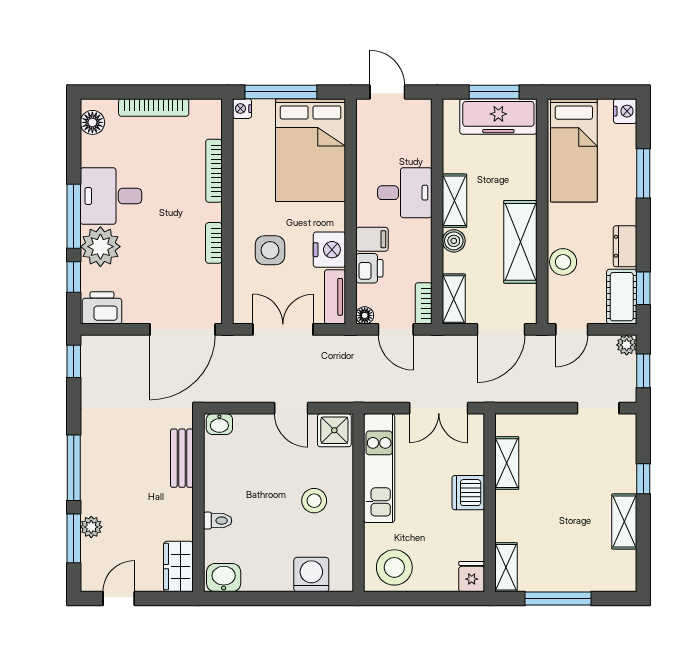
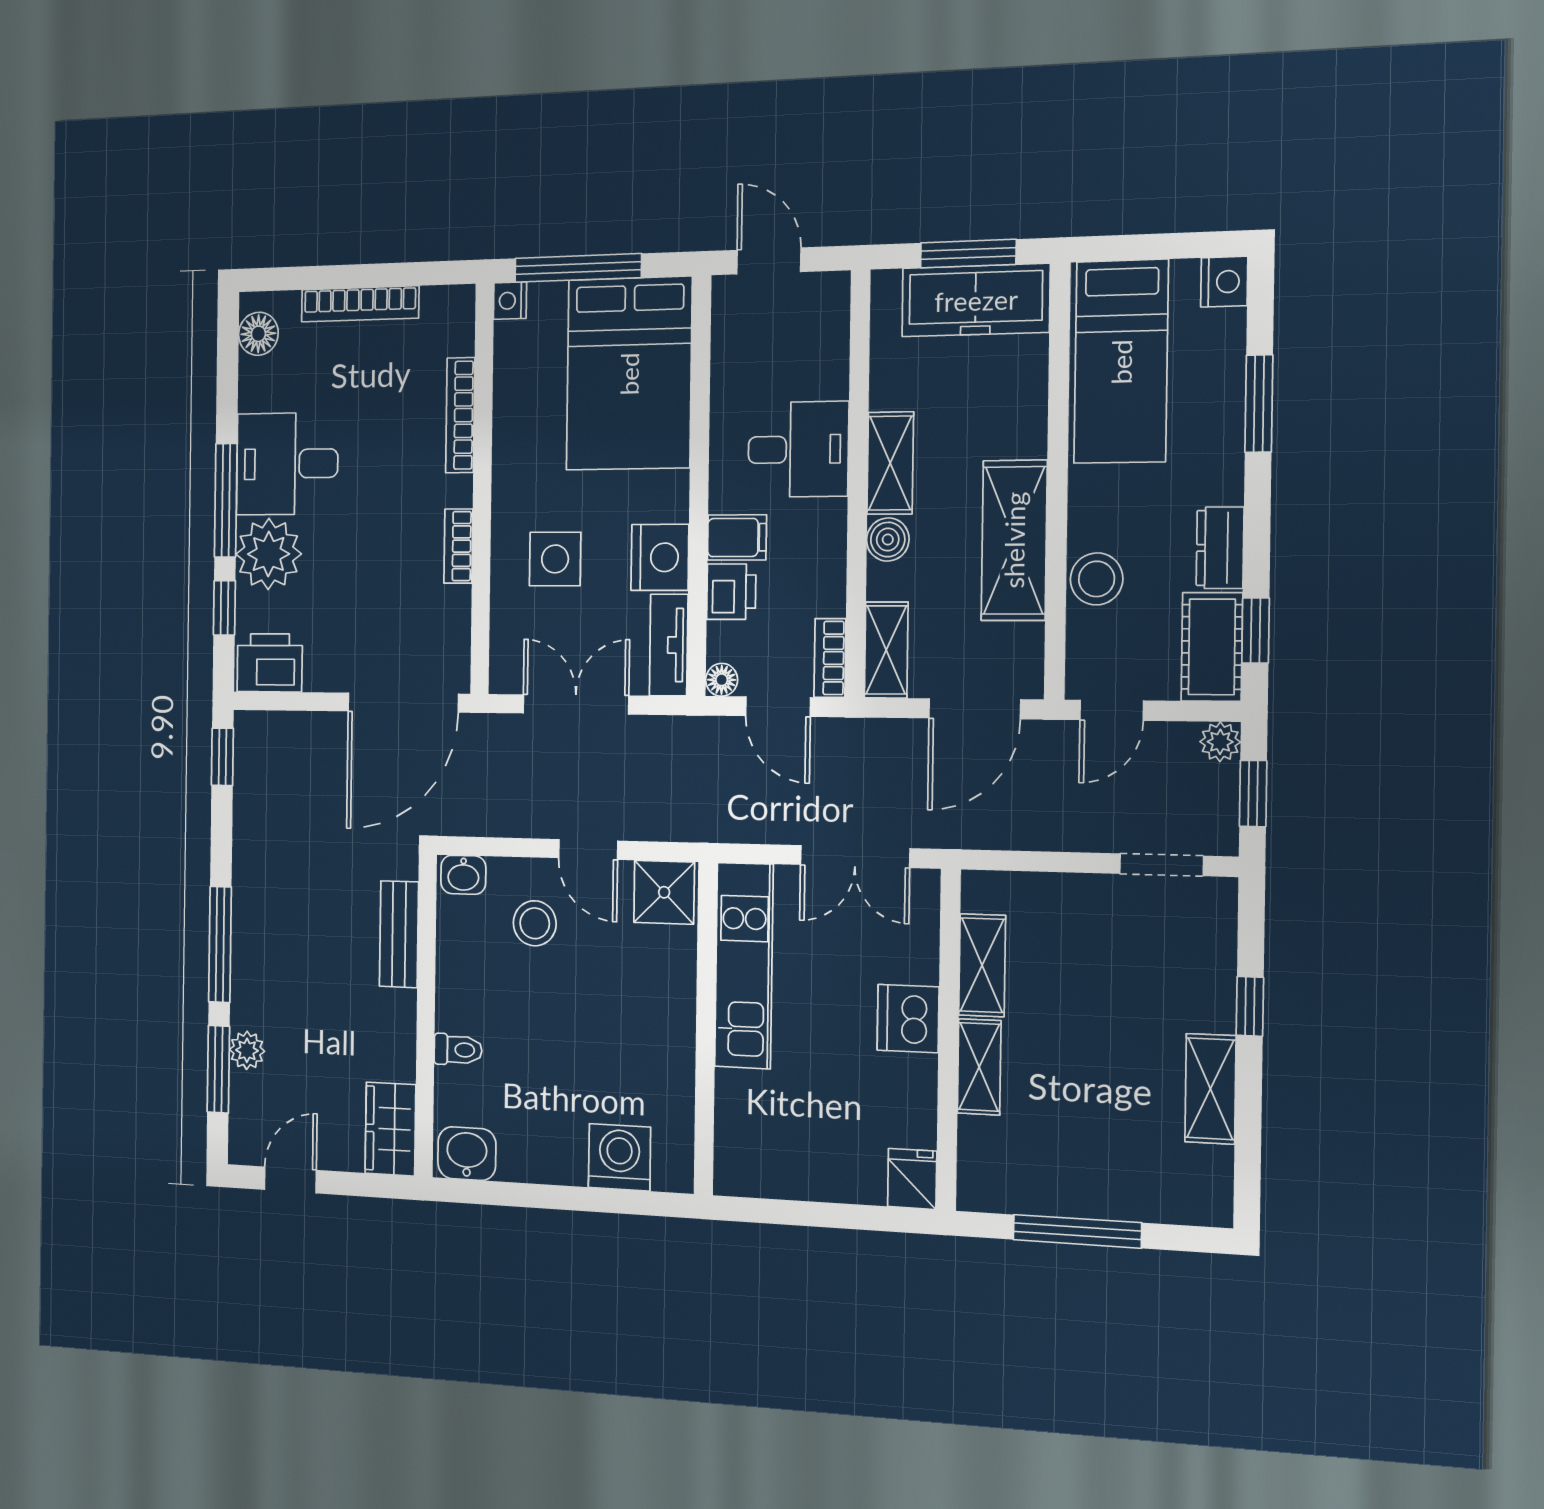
stool: (314, 501) -> (535, 923), moved
stool: (394, 567) -> (769, 1153), removed
shelving: (506, 567) -> (979, 1067), moved

